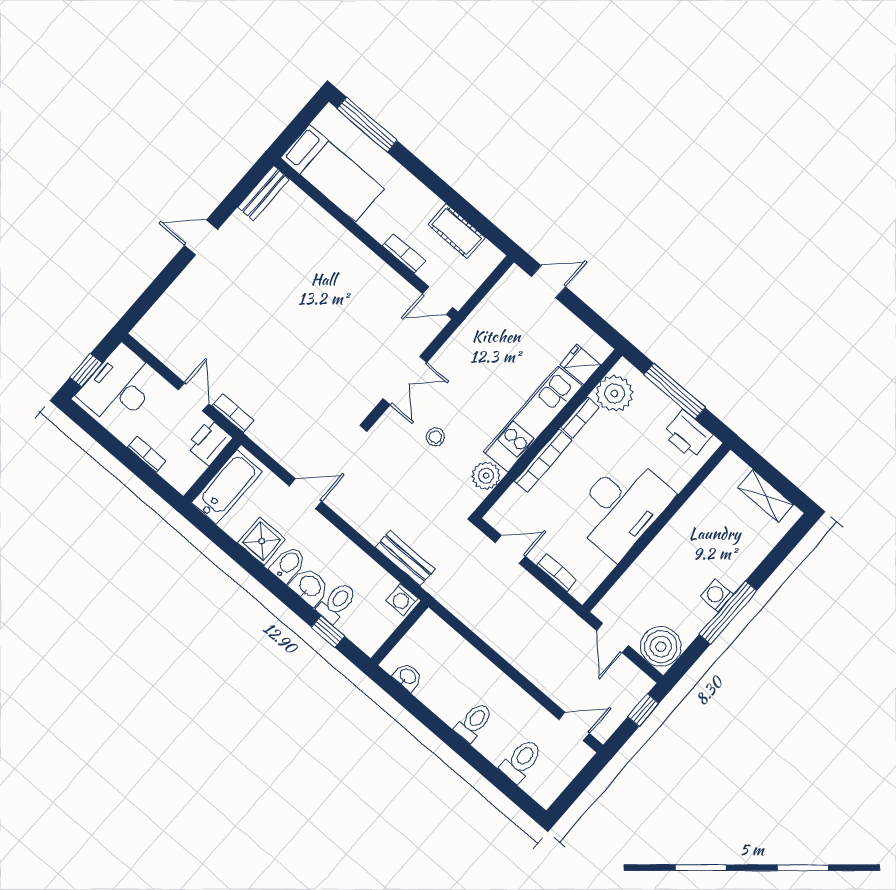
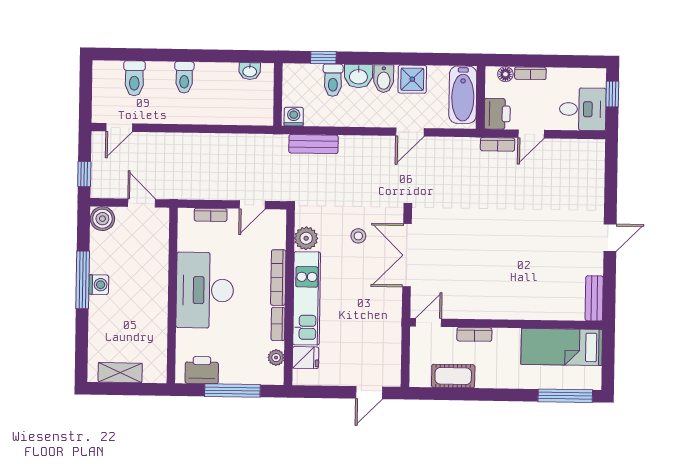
double door: (405, 381) -> (407, 255), width x1.37
desk: (119, 387) -> (583, 109), width x0.73
plant: (614, 393) -> (276, 358), width x0.53, depth x0.53
door: (193, 397) -> (531, 134), hinge flipped
floor lamp: (171, 473) -> (505, 74), added
boiler: (661, 647) -> (102, 219), width x0.73, depth x0.73

